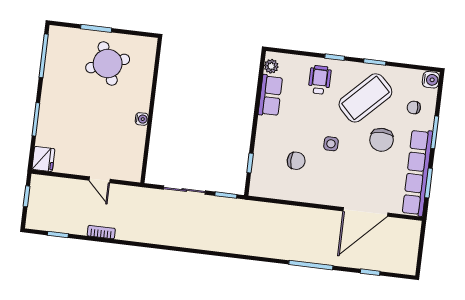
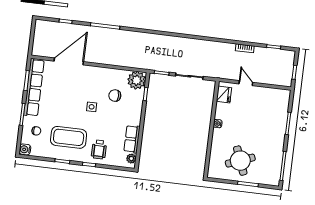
coffee table: (365, 98) -> (69, 137), turned 45
chair: (382, 140) -> (58, 109), removed
fridge: (43, 159) -> (224, 94), moved, turned 180
plant: (264, 184) -> (137, 80), added

